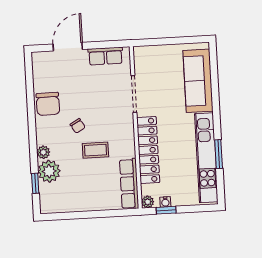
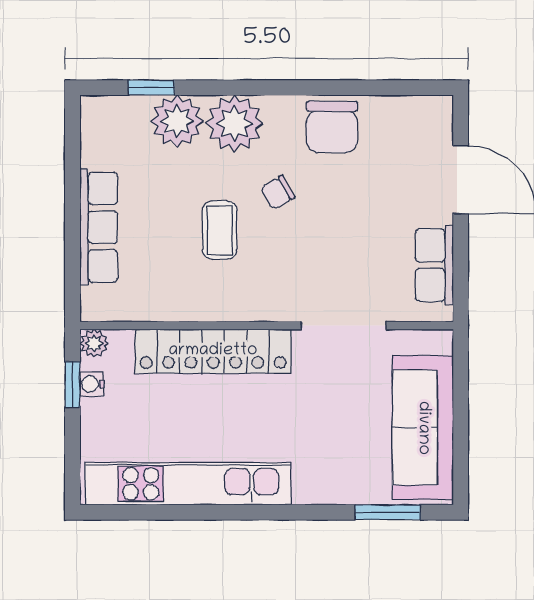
sofa: (198, 81) -> (423, 428), moved, turned -90
chair: (48, 104) -> (332, 127), turned -89
plant: (43, 152) -> (235, 123), width x1.87, depth x1.87
window: (219, 154) -> (388, 512), moved
row of seats: (129, 184) -> (99, 227), moved, turned 90

